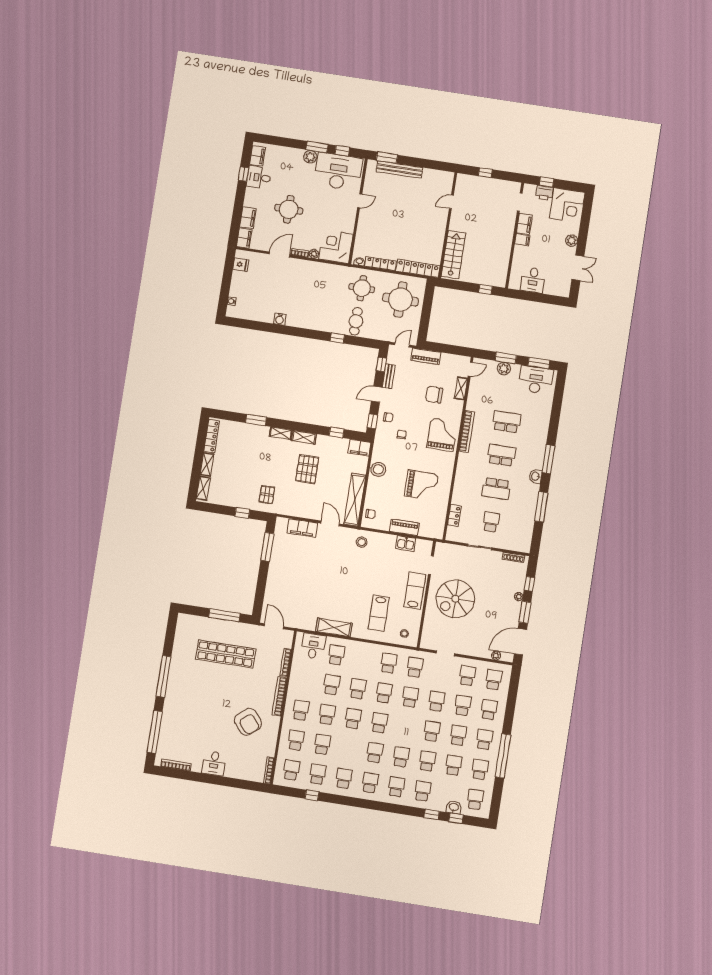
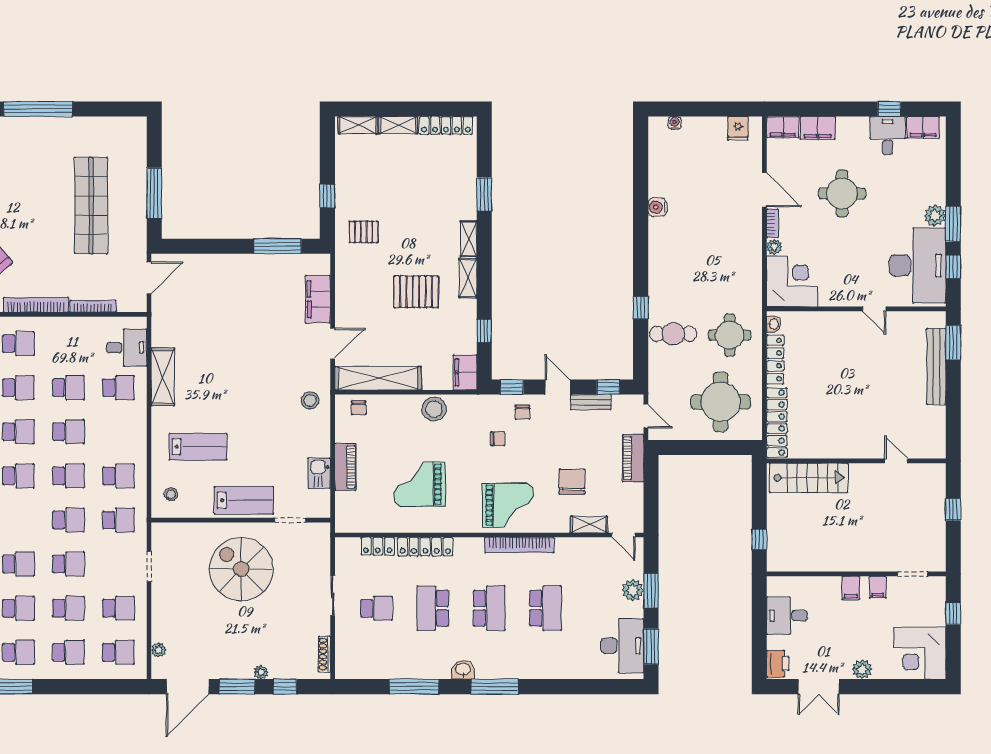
printer: (544, 193) -> (778, 664), moved, turned 180
filing cabinet: (524, 224) -> (878, 587), width x0.50
grand piano: (421, 485) -> (419, 484), turned 90
locker: (459, 487) -> (425, 547), added
lab bench: (379, 613) -> (198, 447), turned 180
door: (520, 642) -> (188, 687), swing flipped

